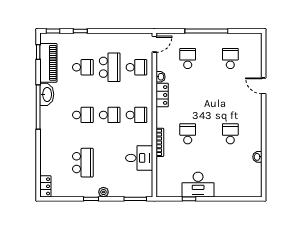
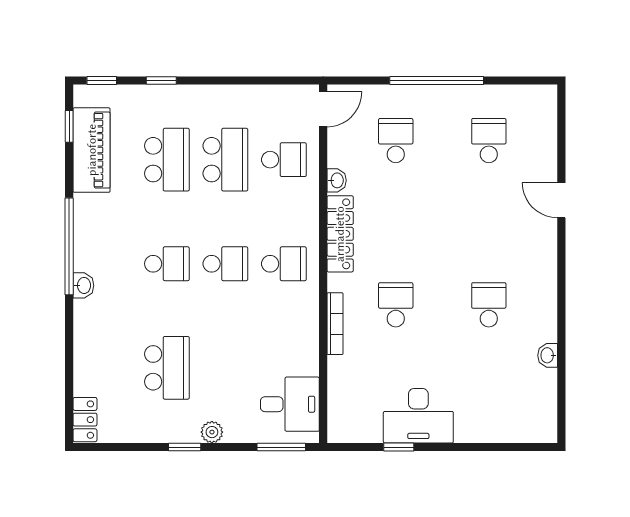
school desk: (83, 67) -> (167, 160), width x1.85
washbasin: (47, 94) -> (83, 285), moved, width x0.52, depth x0.69
locker: (162, 95) -> (340, 234), width x1.53
desk: (139, 158) -> (290, 404), moved

